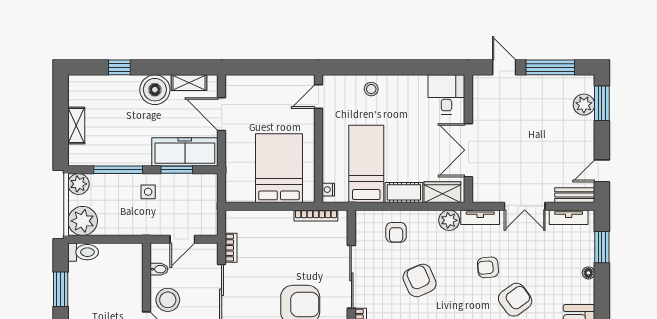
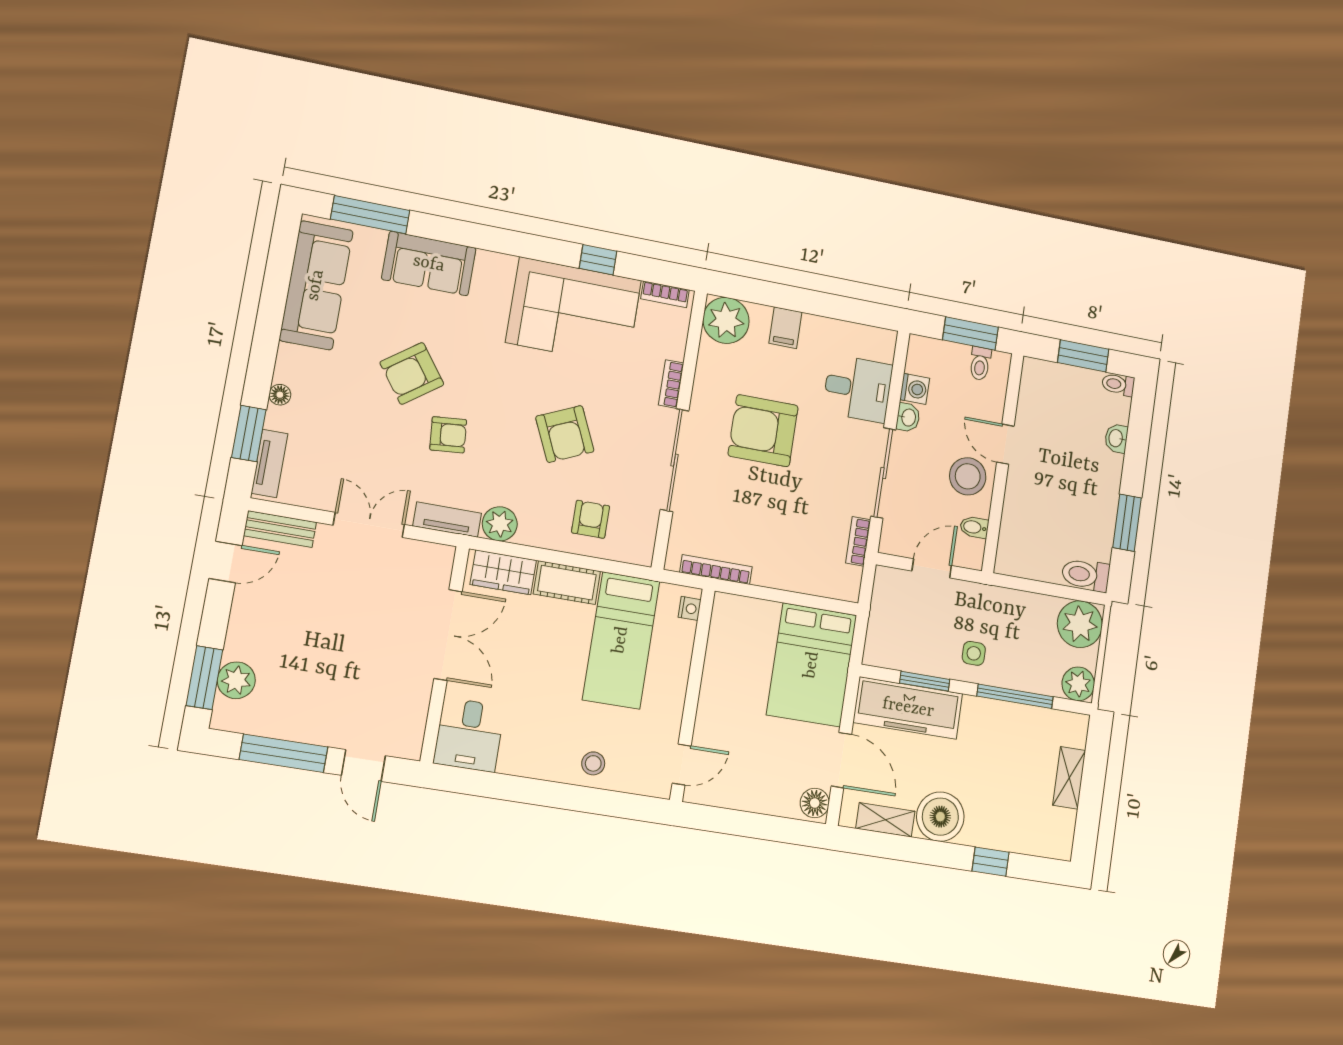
floor lamp: (234, 86) -> (815, 803), added
bed: (279, 168) -> (812, 665), moved
tv unit: (569, 217) -> (269, 463), moved, turned 90

